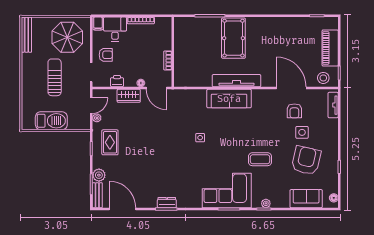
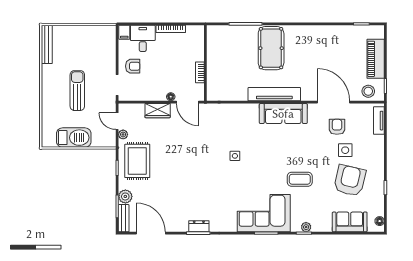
parasol: (67, 37) -> (91, 47), removed
printer: (117, 81) -> (145, 95), removed
sofa: (229, 99) -> (283, 114), moved
door: (91, 106) -> (117, 121), swing flipped
armchair: (294, 111) -> (337, 127), turned 180
rug: (110, 142) -> (137, 161), width x1.36, depth x1.43

